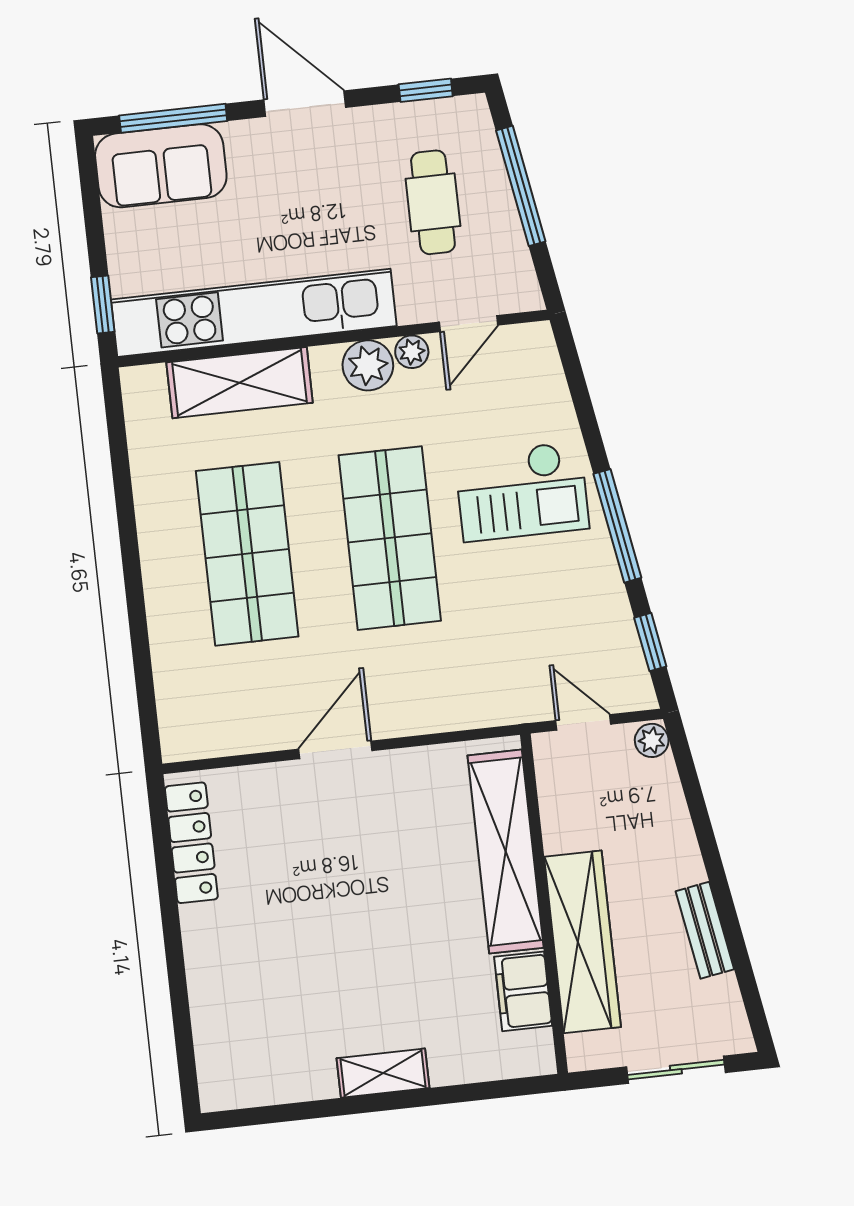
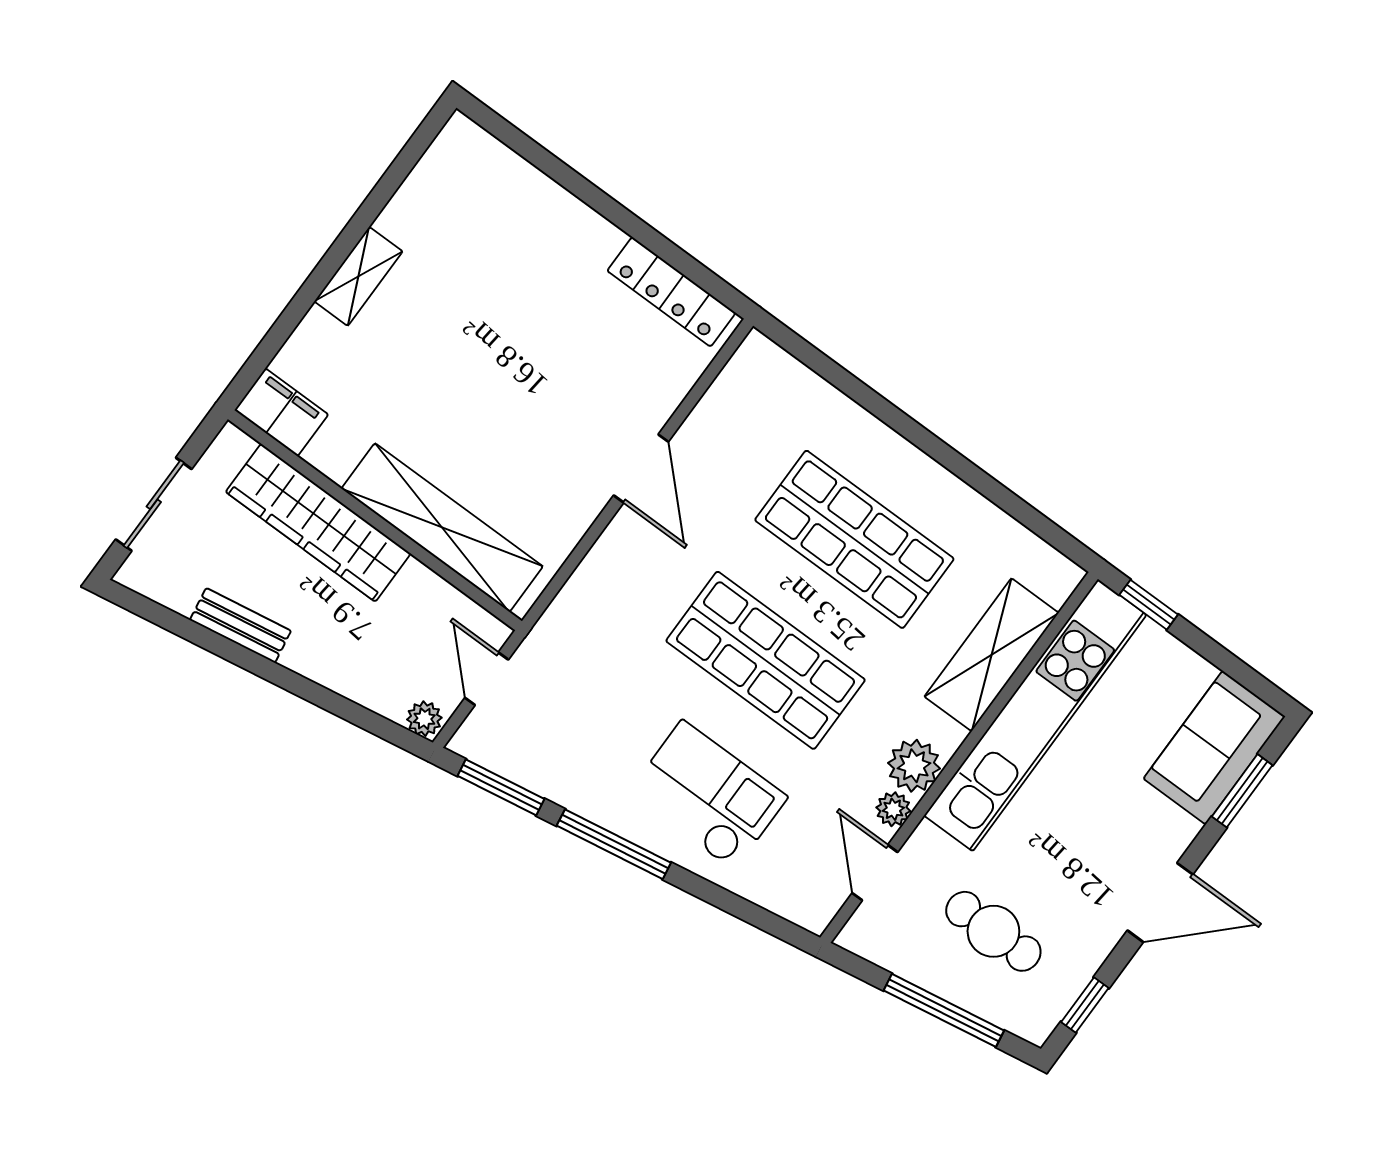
window: (173, 118) -> (1242, 791), width x0.69
checkout: (522, 491) -> (708, 795), turned 90
window: (650, 642) -> (501, 787), width x1.50
door: (583, 722) -> (487, 679), swing flipped
filing cabinet: (523, 991) -> (281, 412), moved

